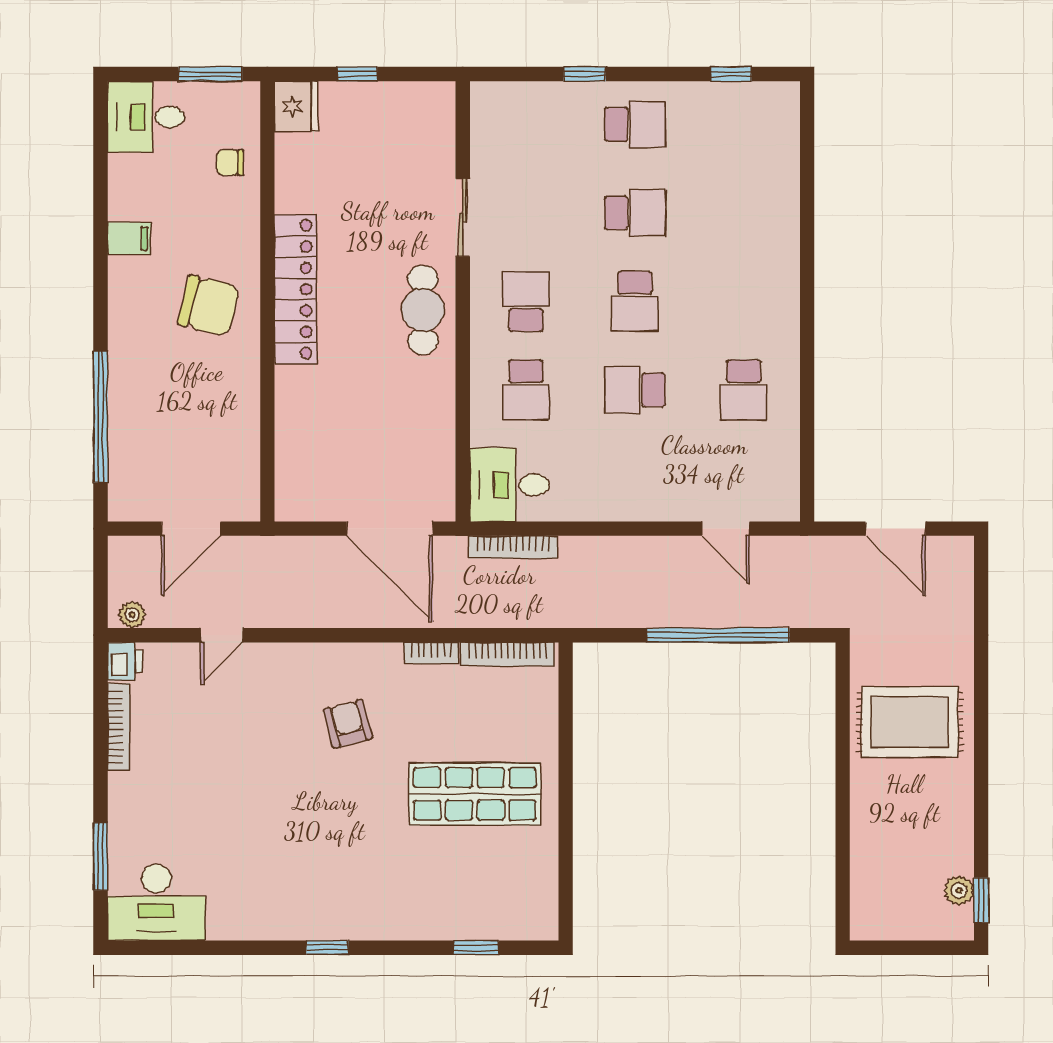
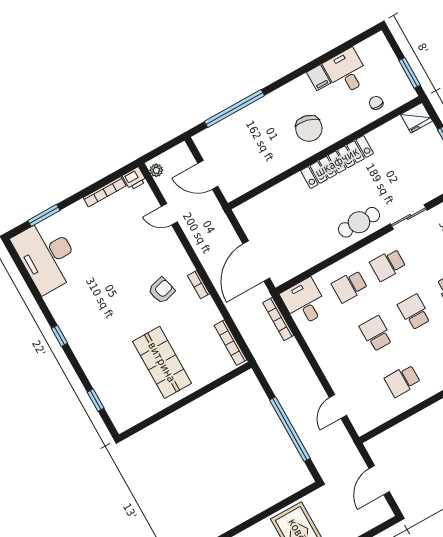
desk: (146, 117) -> (346, 72), moved
school desk: (526, 301) -> (388, 265), turned 180
school desk: (635, 301) -> (414, 312), turned 90
bookcase: (431, 653) -> (199, 285), moved
desk: (156, 902) -> (47, 256), width x1.36, depth x1.30

